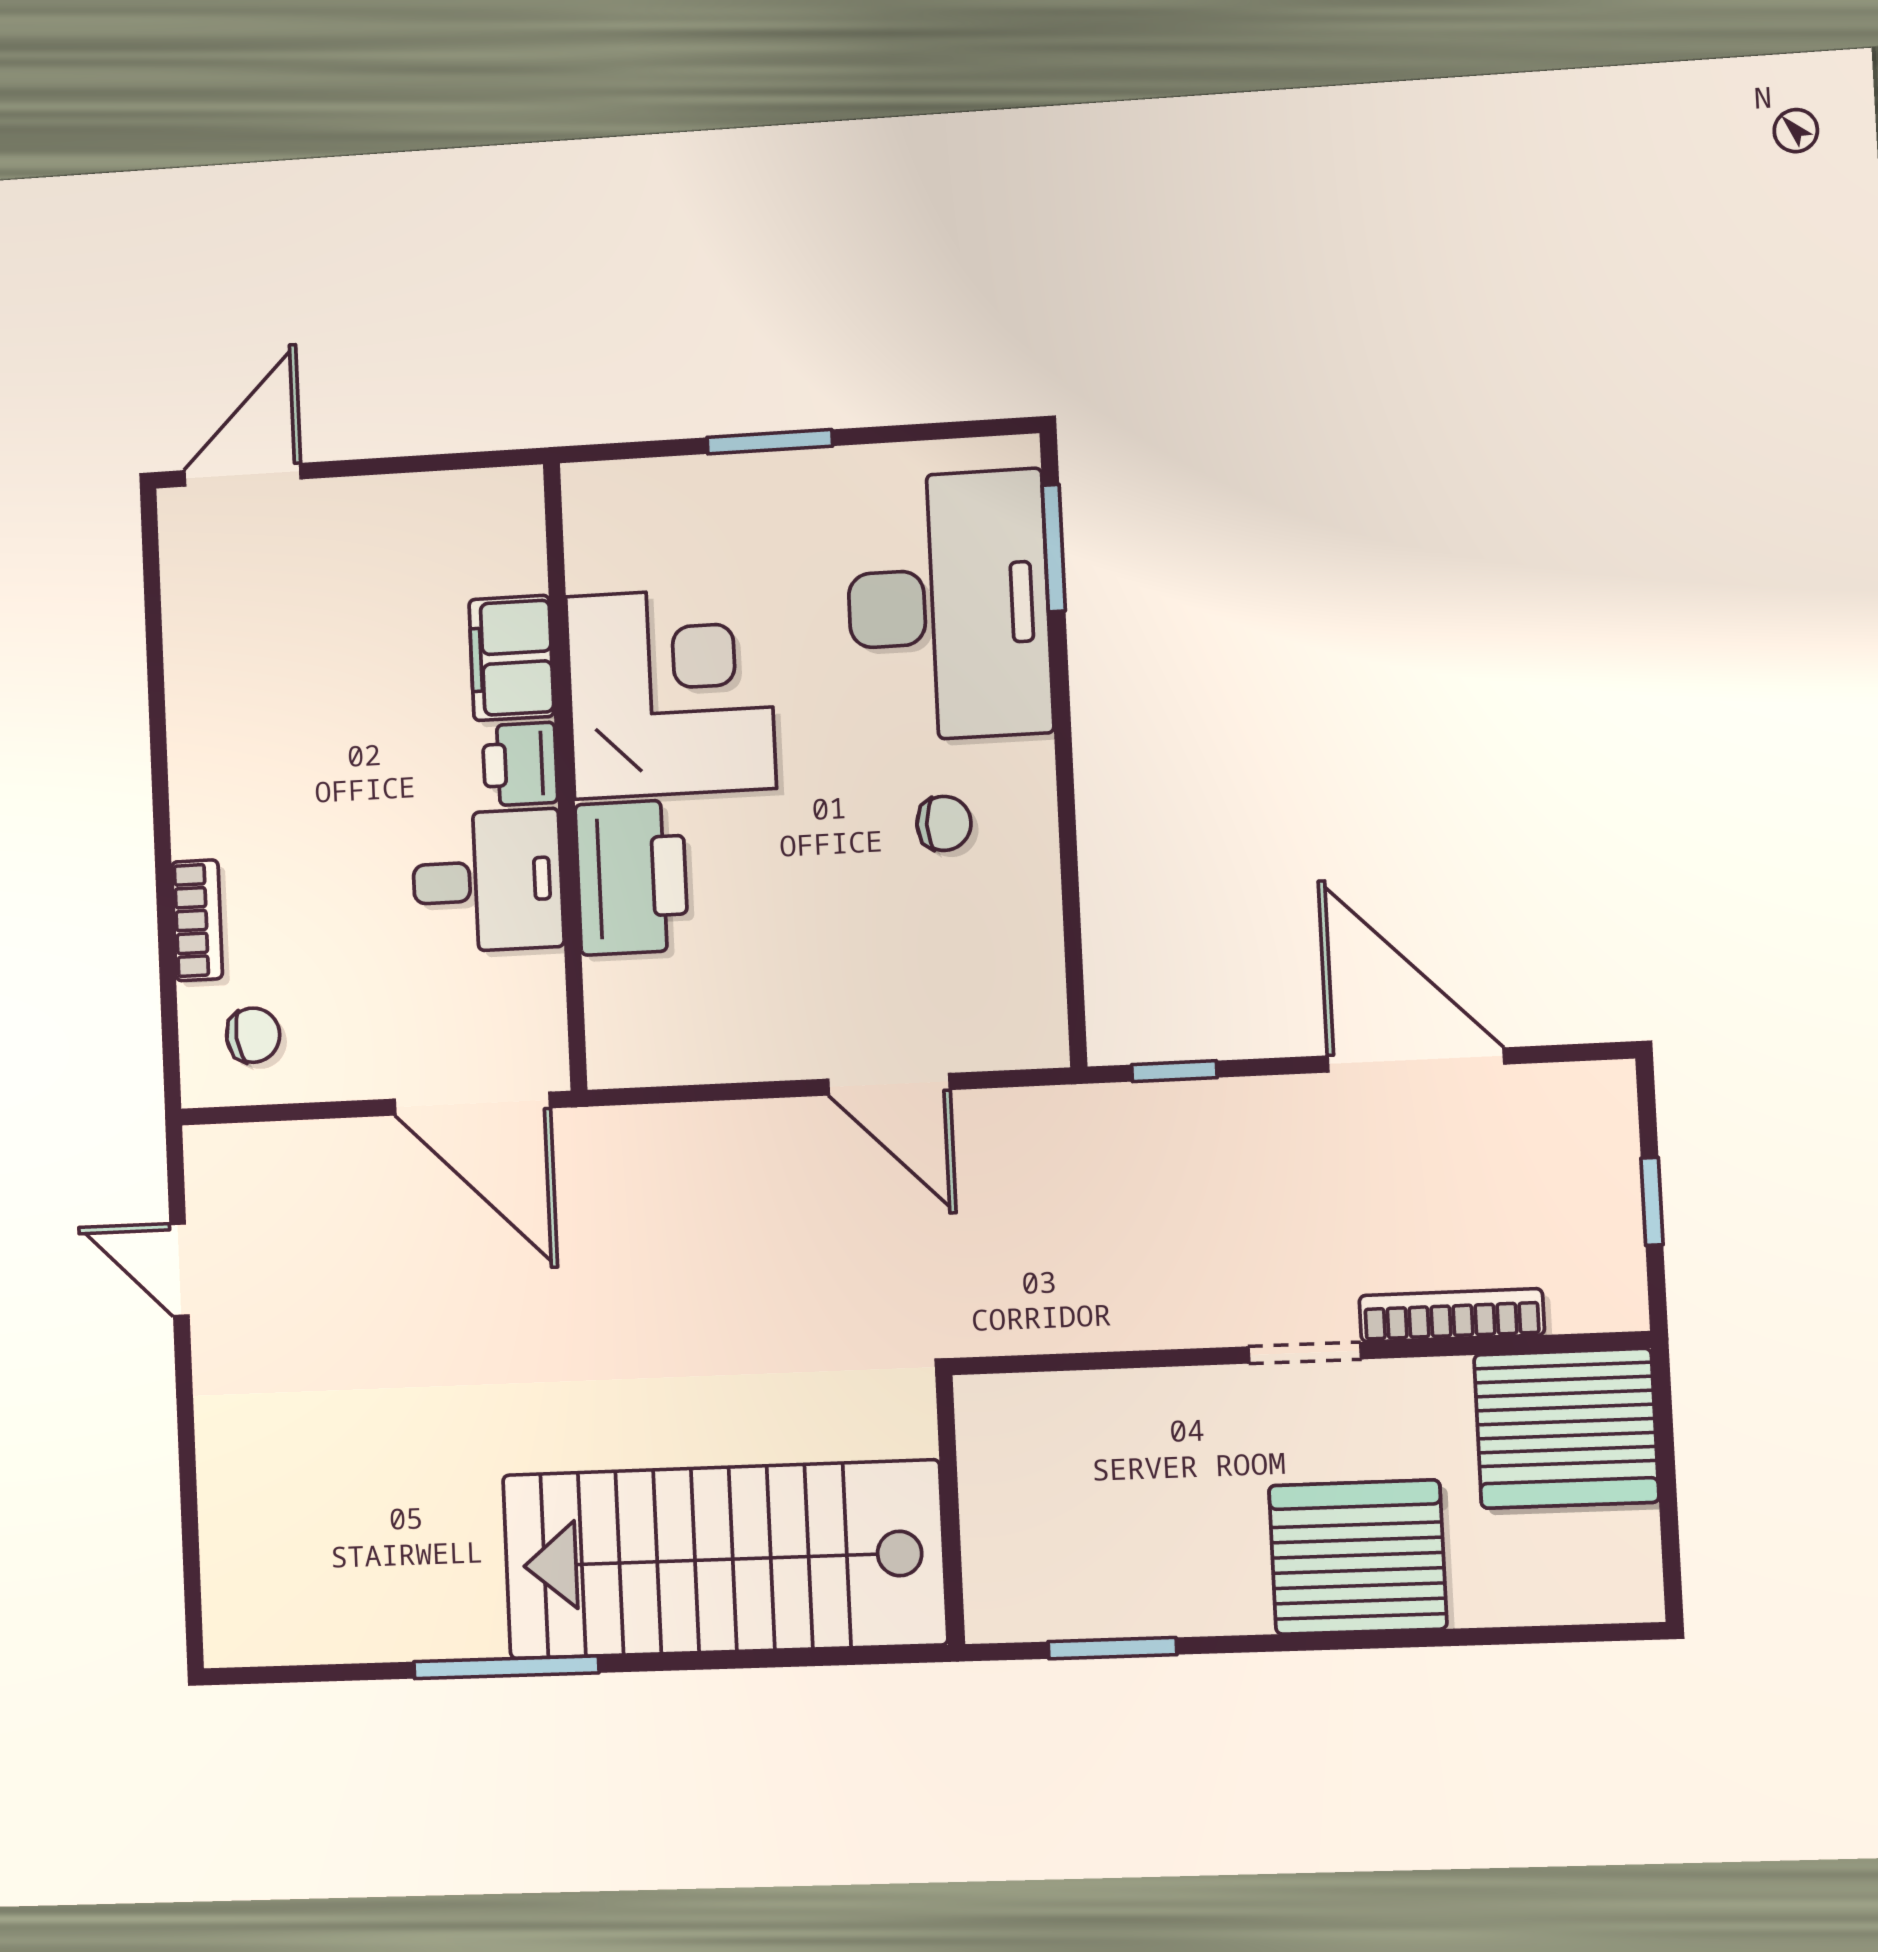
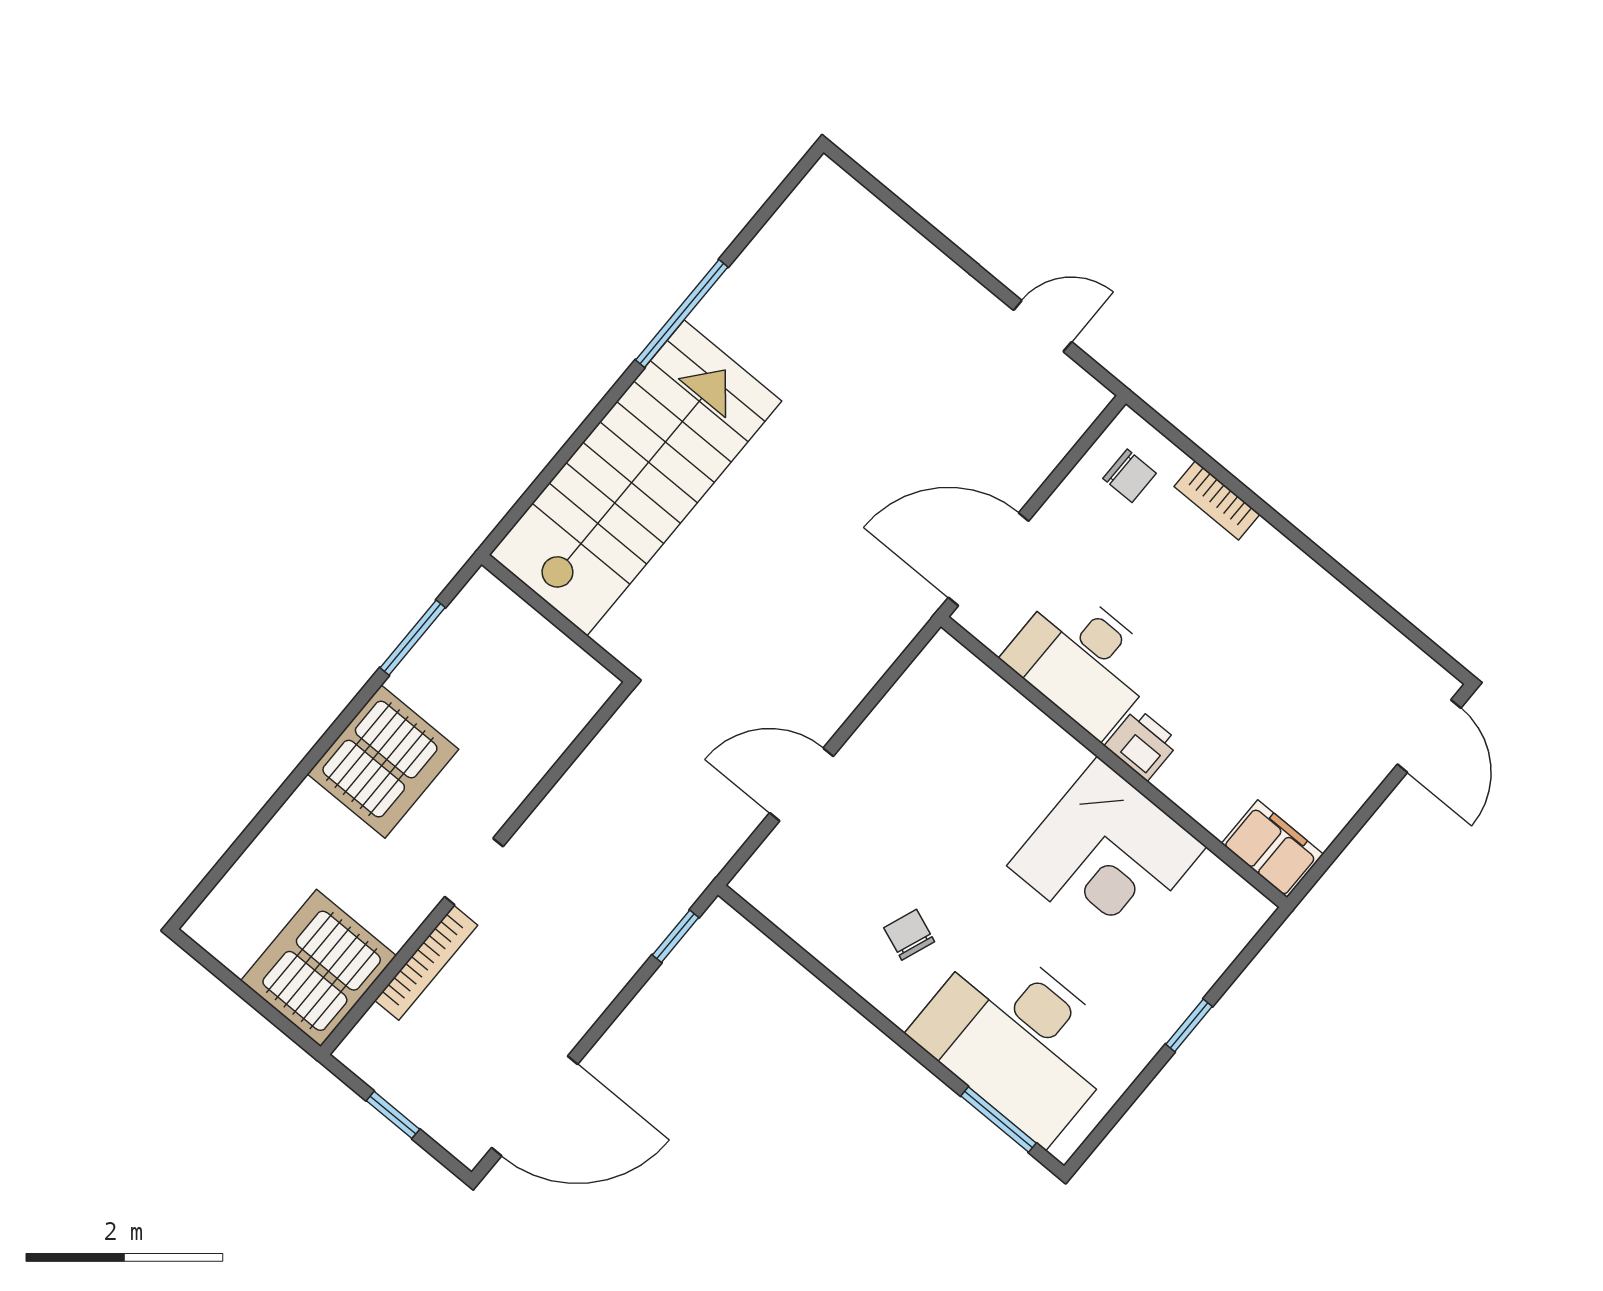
window: (770, 442) -> (1189, 1025), width x0.67
filing cabinet: (511, 658) -> (1272, 849), moved
chair: (944, 823) -> (909, 935), turned 111
printer: (632, 877) -> (1030, 749), removed
desk: (487, 881) -> (1083, 660), width x1.37
chair: (253, 1035) -> (1130, 476), turned -83
door: (1416, 1060) -> (535, 1106), moved
server rack: (1358, 1557) -> (383, 762), moved

